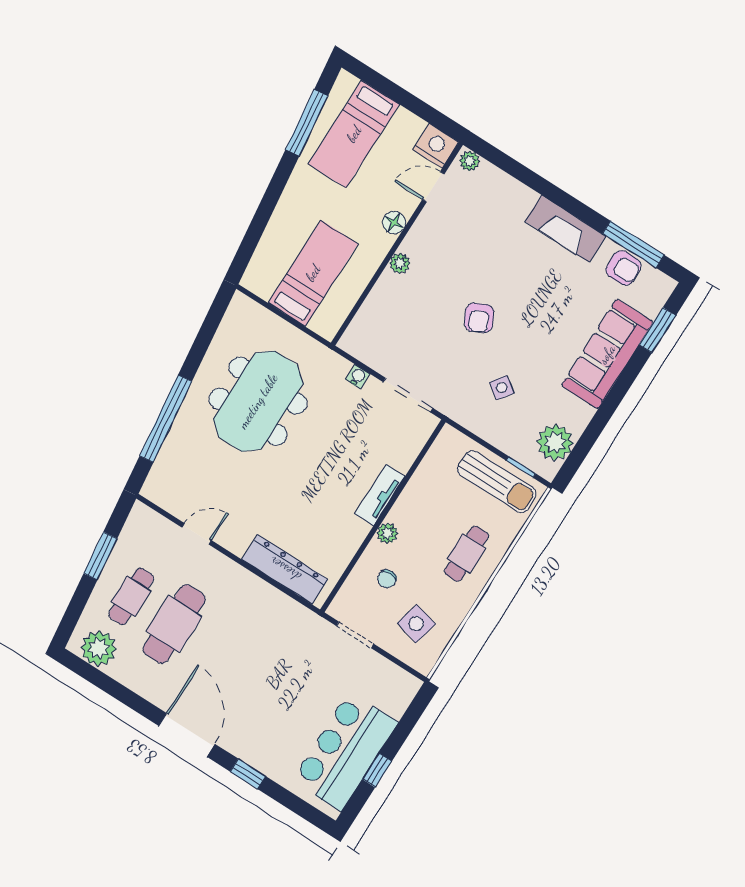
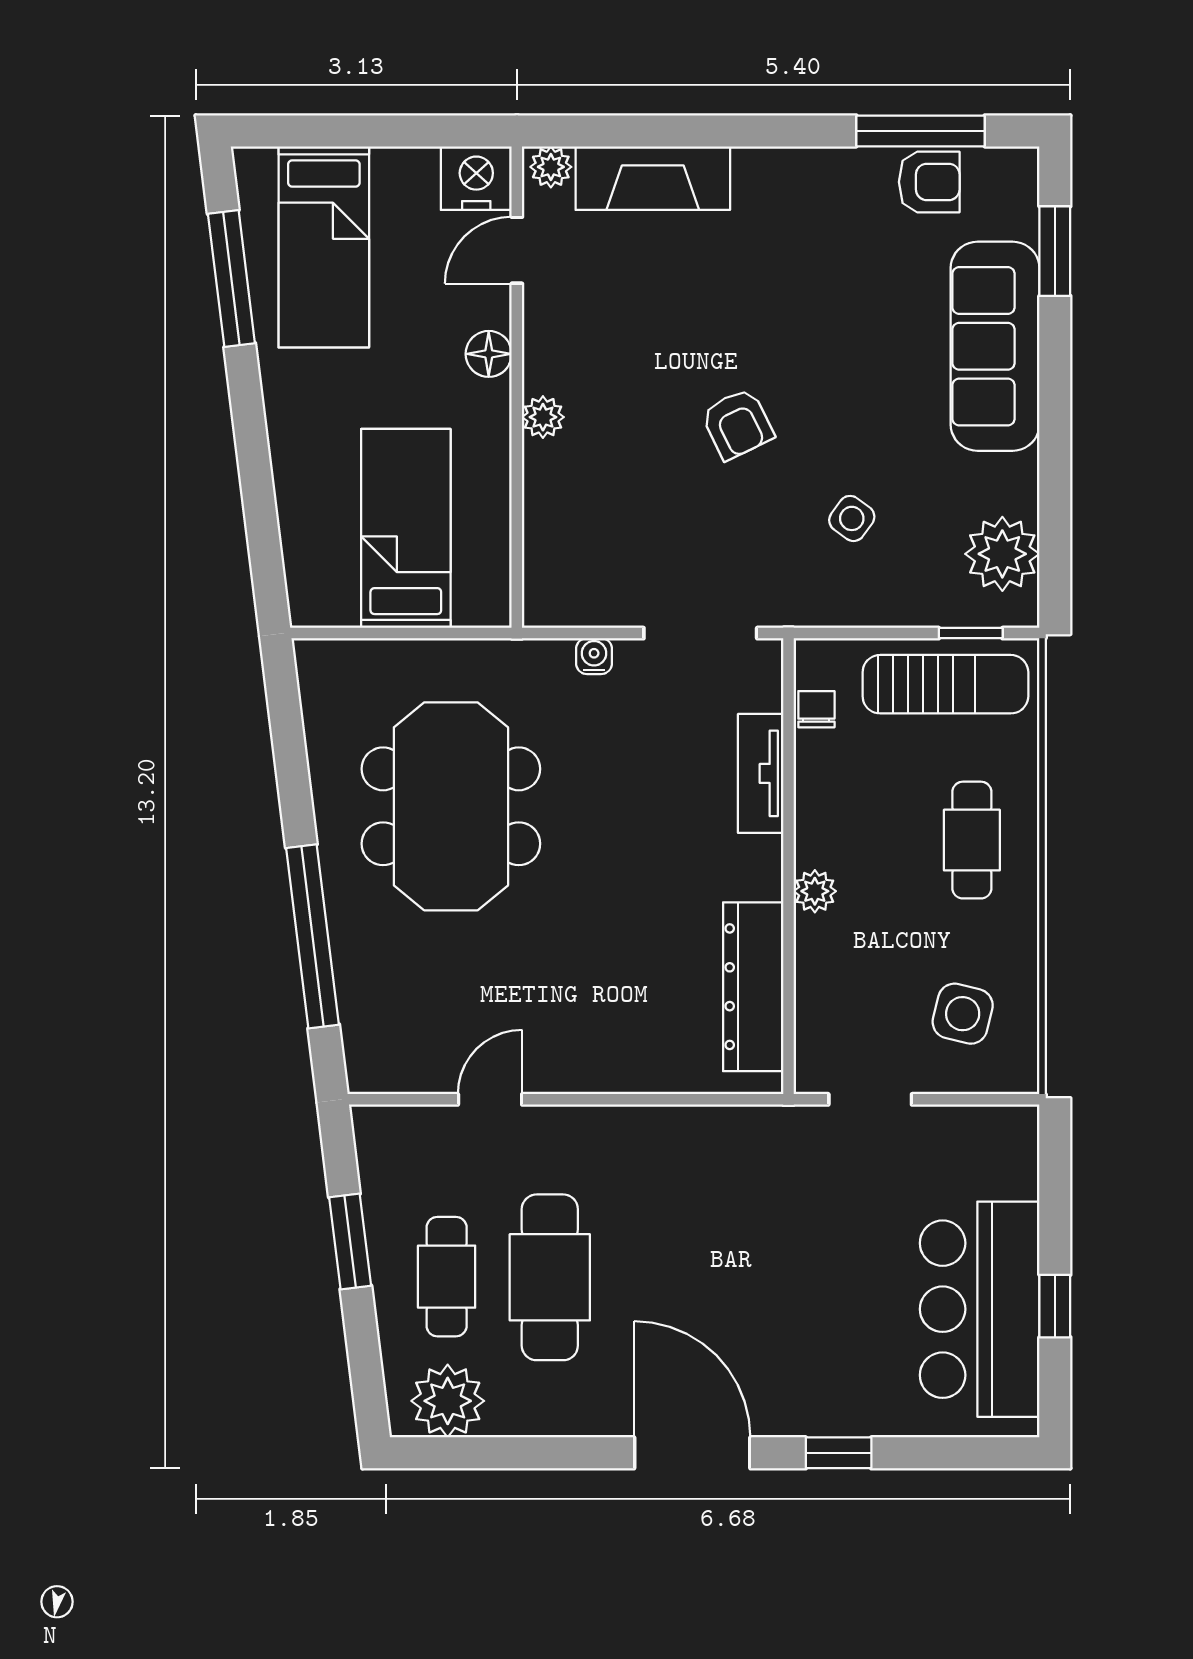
fireplace: (565, 229) -> (653, 178), moved
tv unit: (380, 495) -> (761, 773), moved
dresser: (285, 569) -> (753, 987), moved, turned -90
chair: (387, 579) -> (816, 709), moved, turned 180

